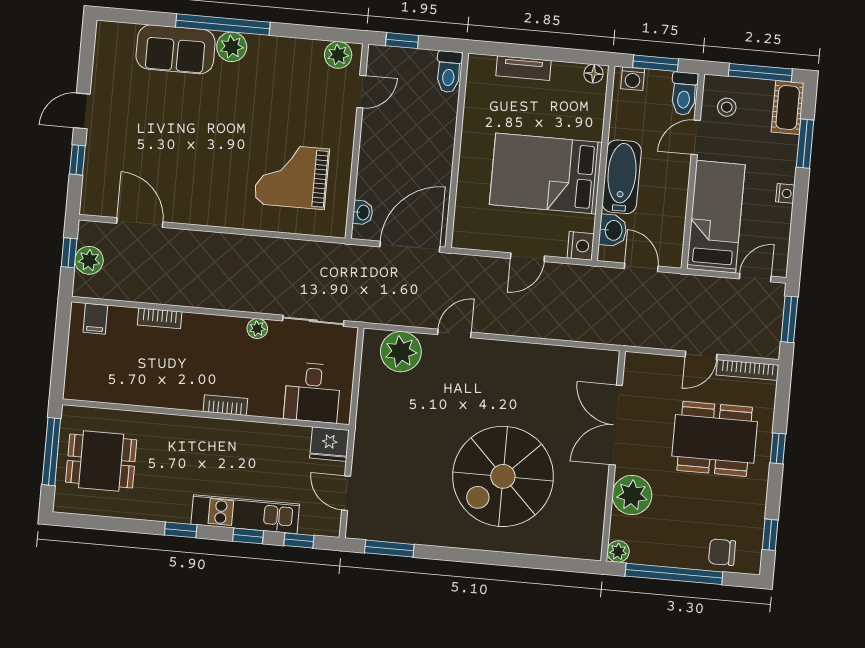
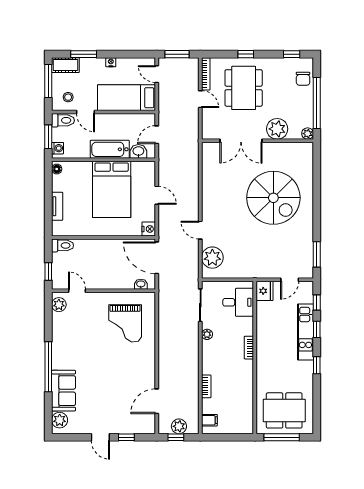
plant: (232, 47) -> (60, 420), moved
nightstand: (581, 246) -> (149, 229), moved, turned 90
dining table: (101, 461) -> (284, 410), width x1.38

